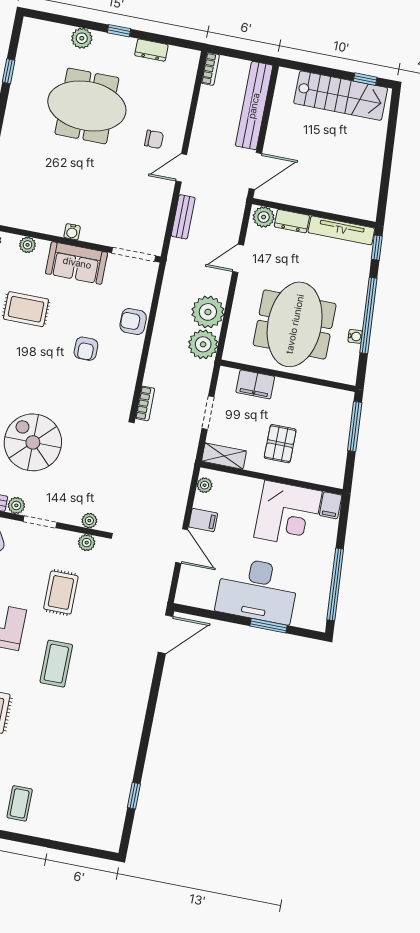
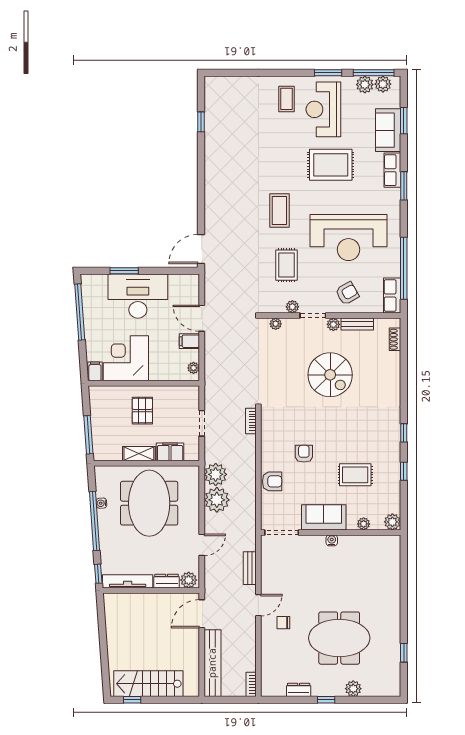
shelving: (224, 456) -> (139, 454), moved
plant: (87, 543) -> (292, 307), moved

